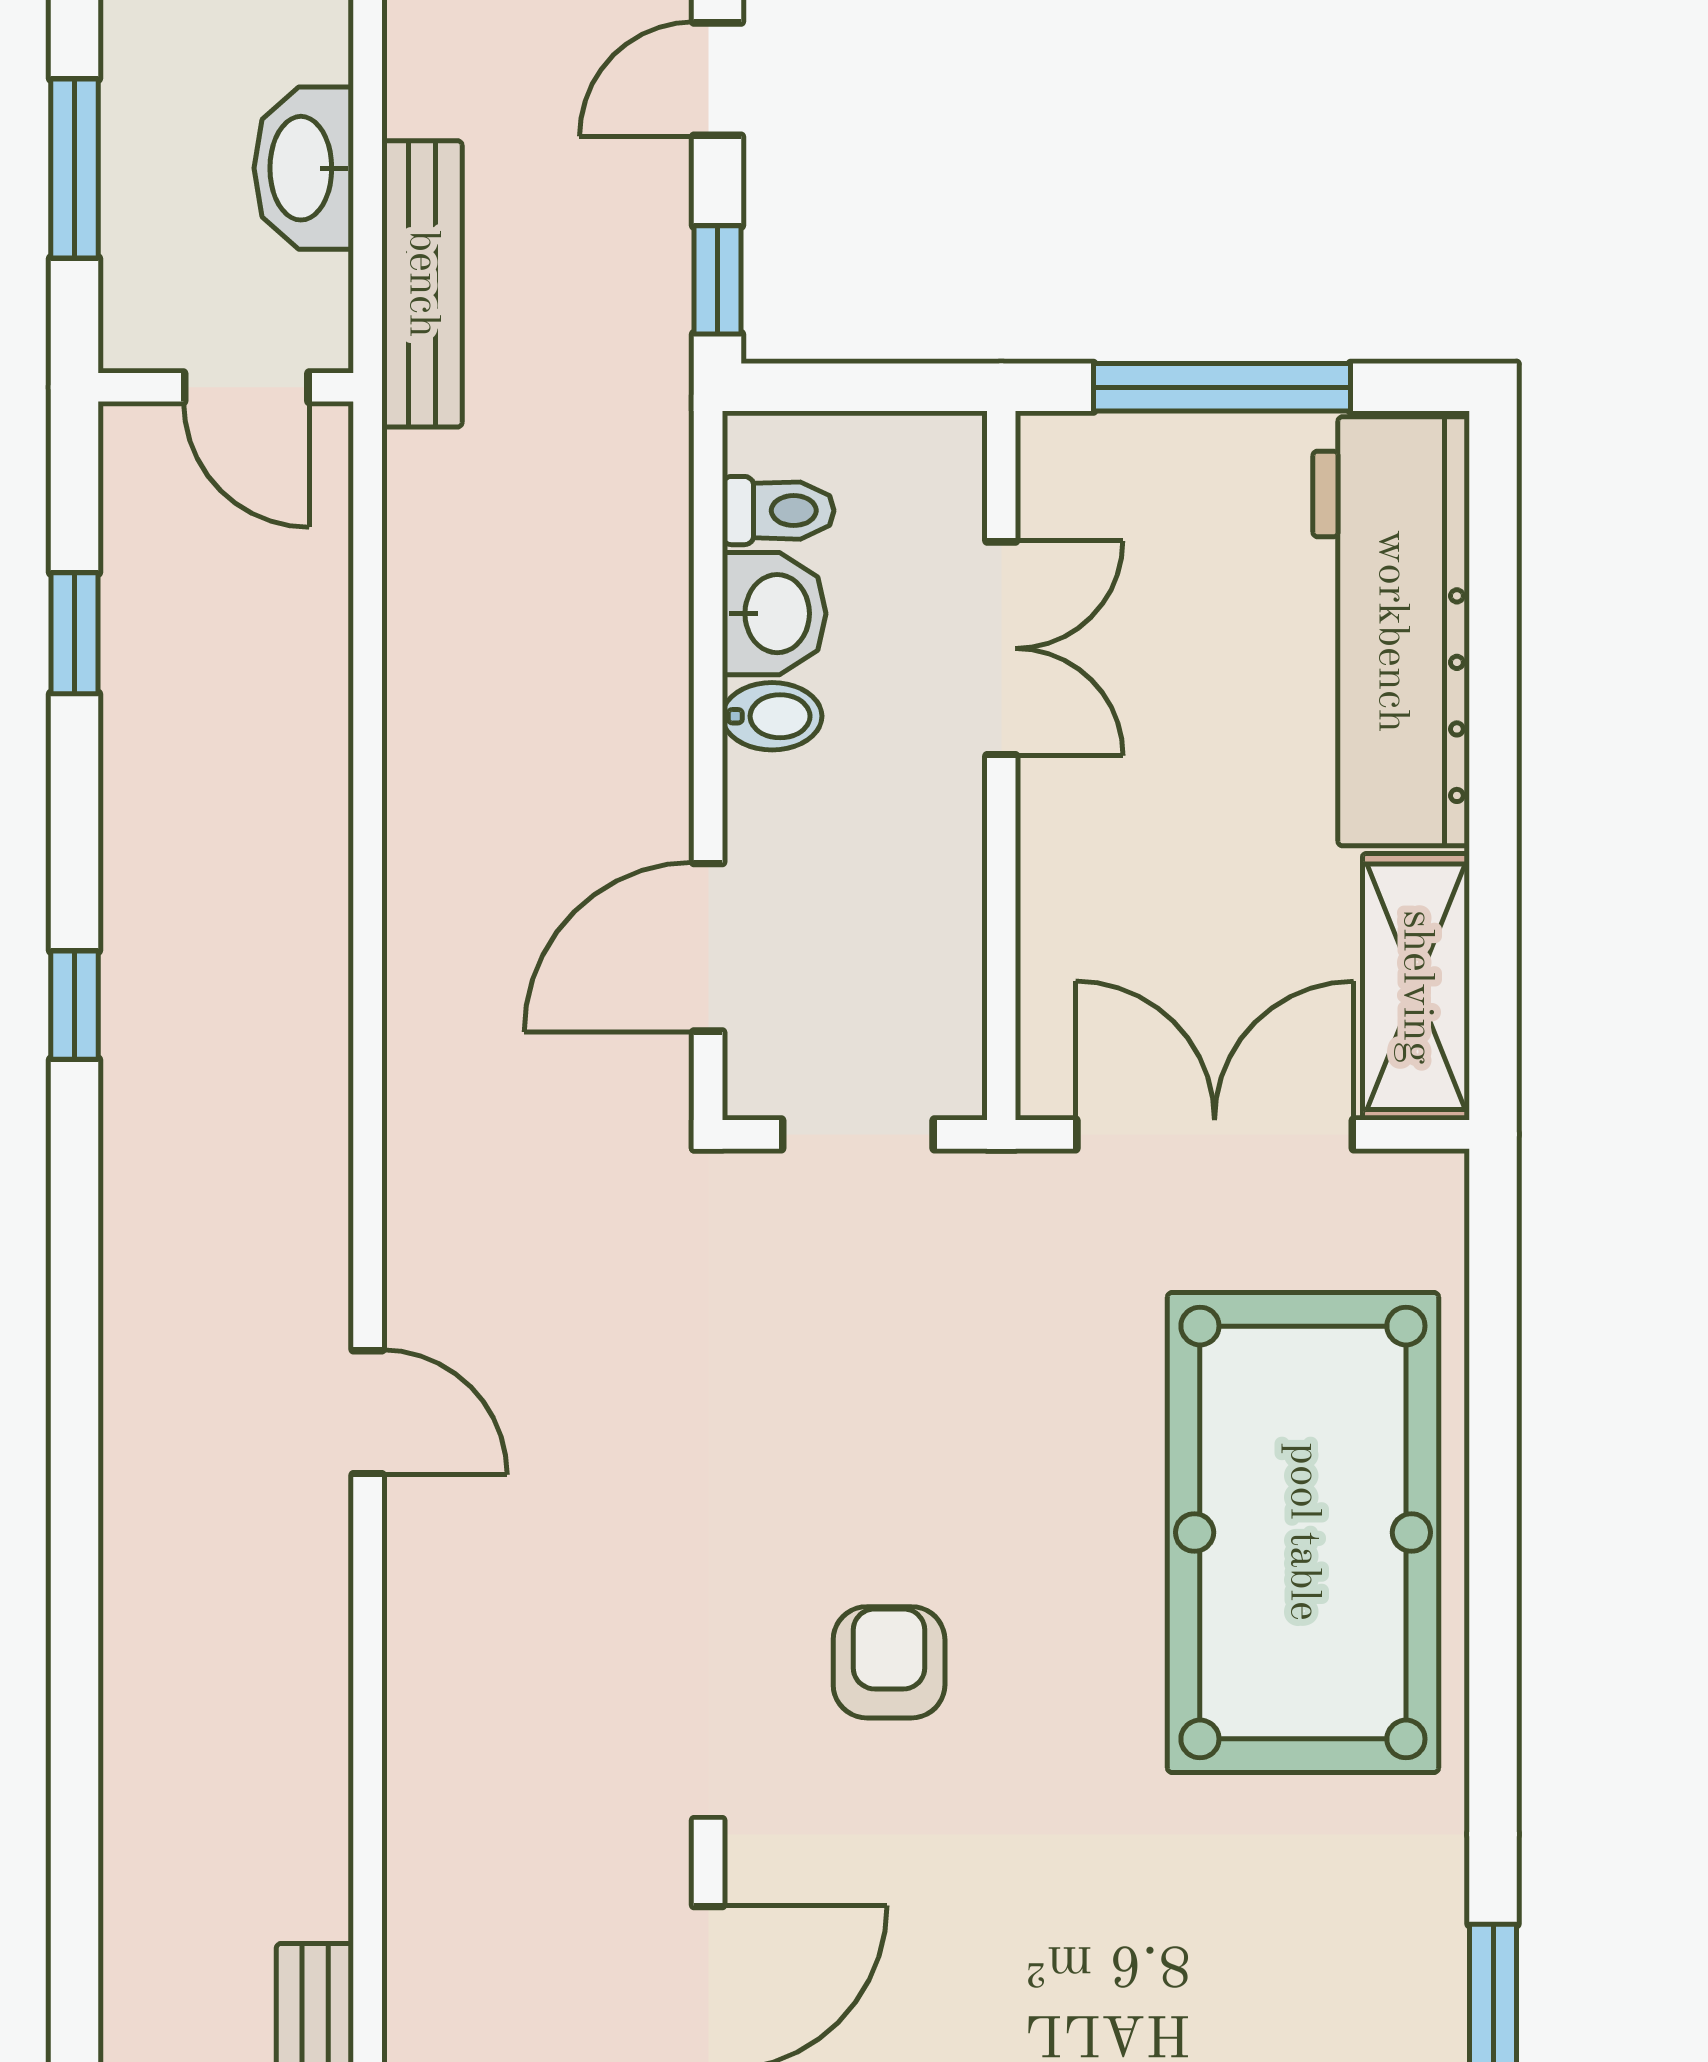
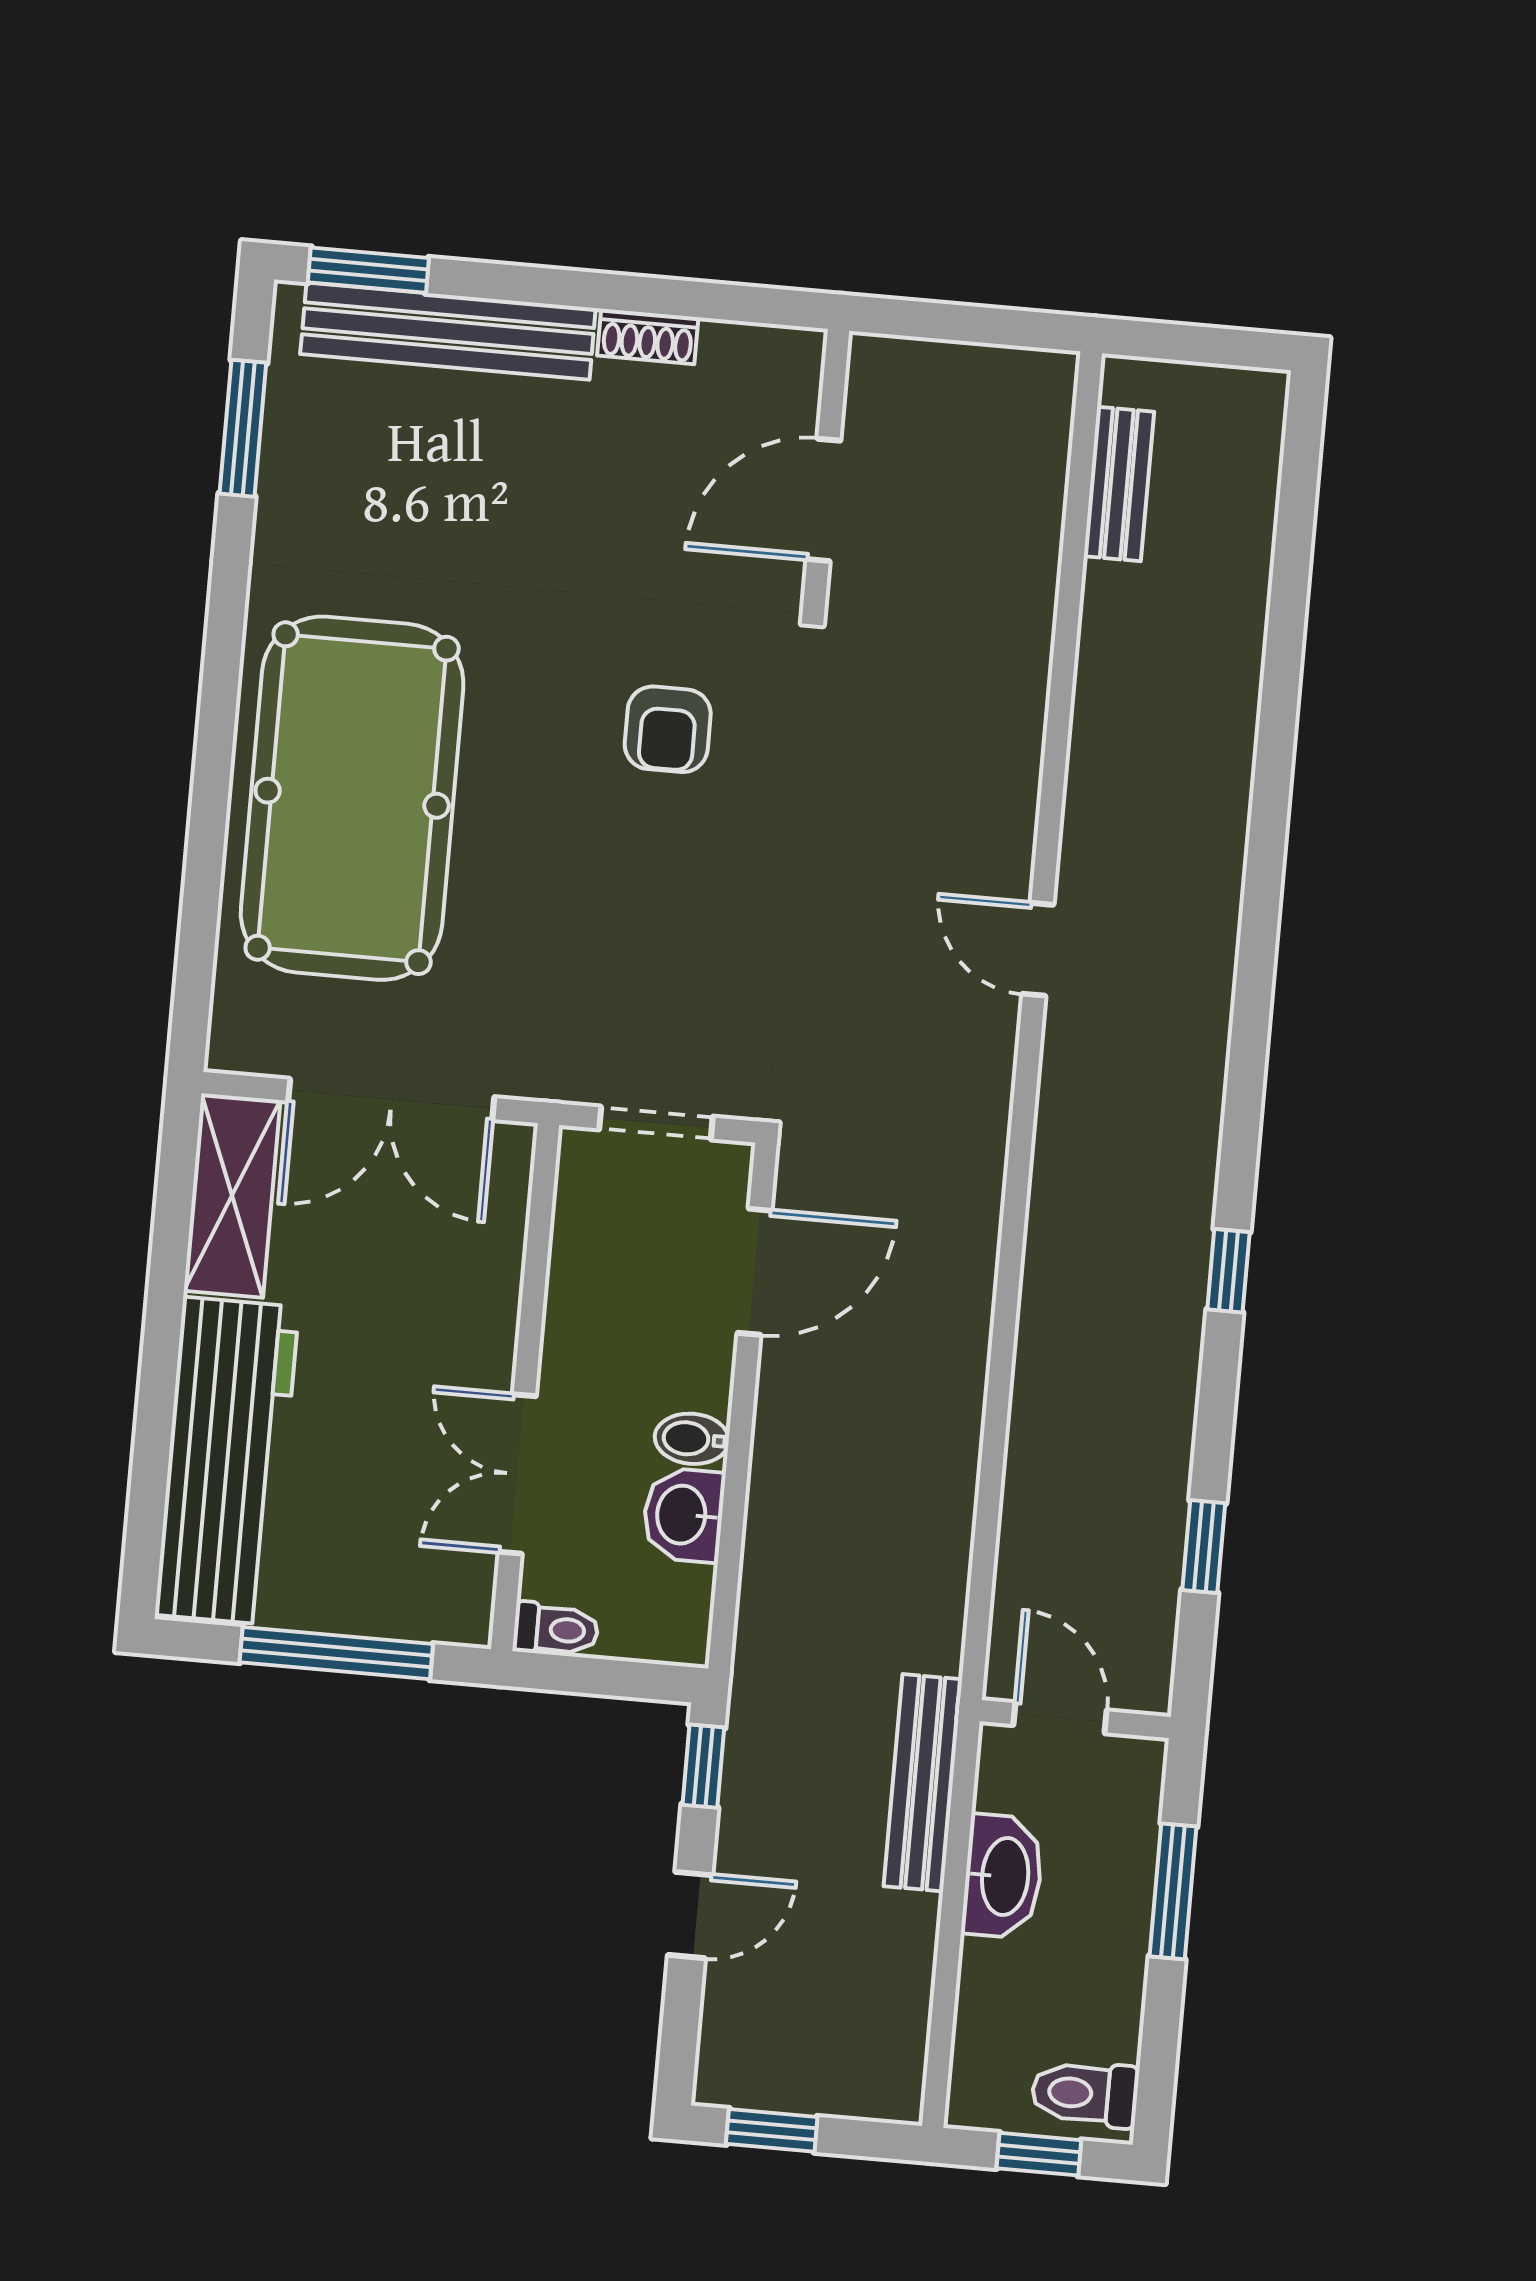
toilet: (778, 511) -> (556, 1629), moved, turned 180

